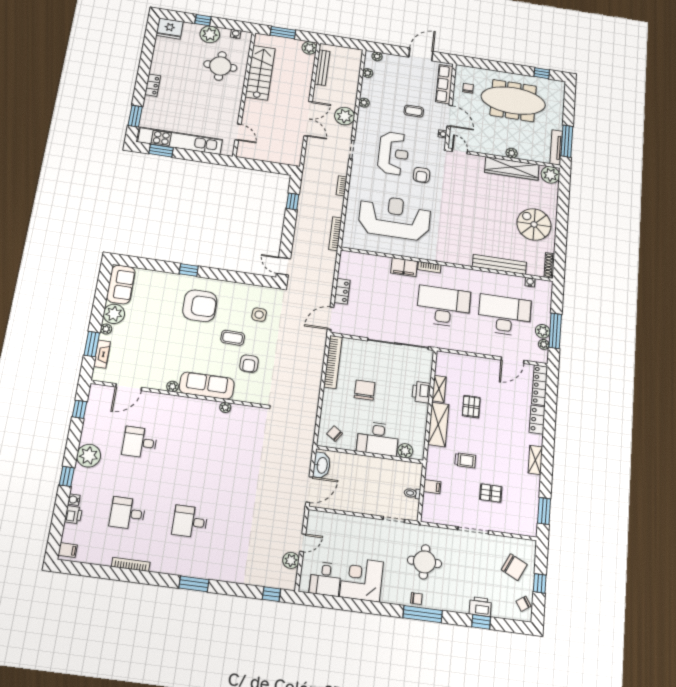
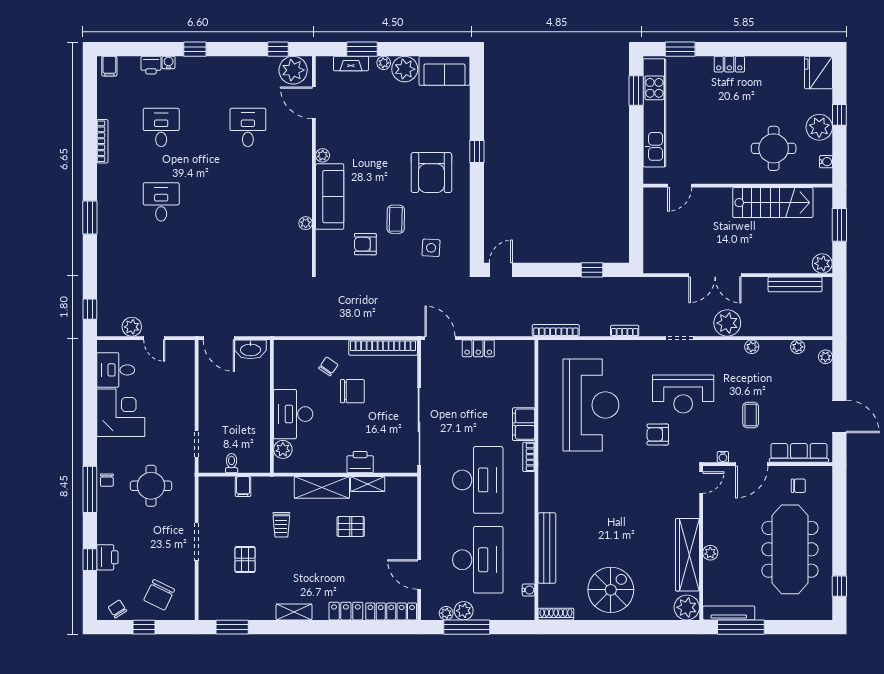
chair: (335, 434) -> (328, 366), moved
plant: (89, 456) -> (293, 70), moved

